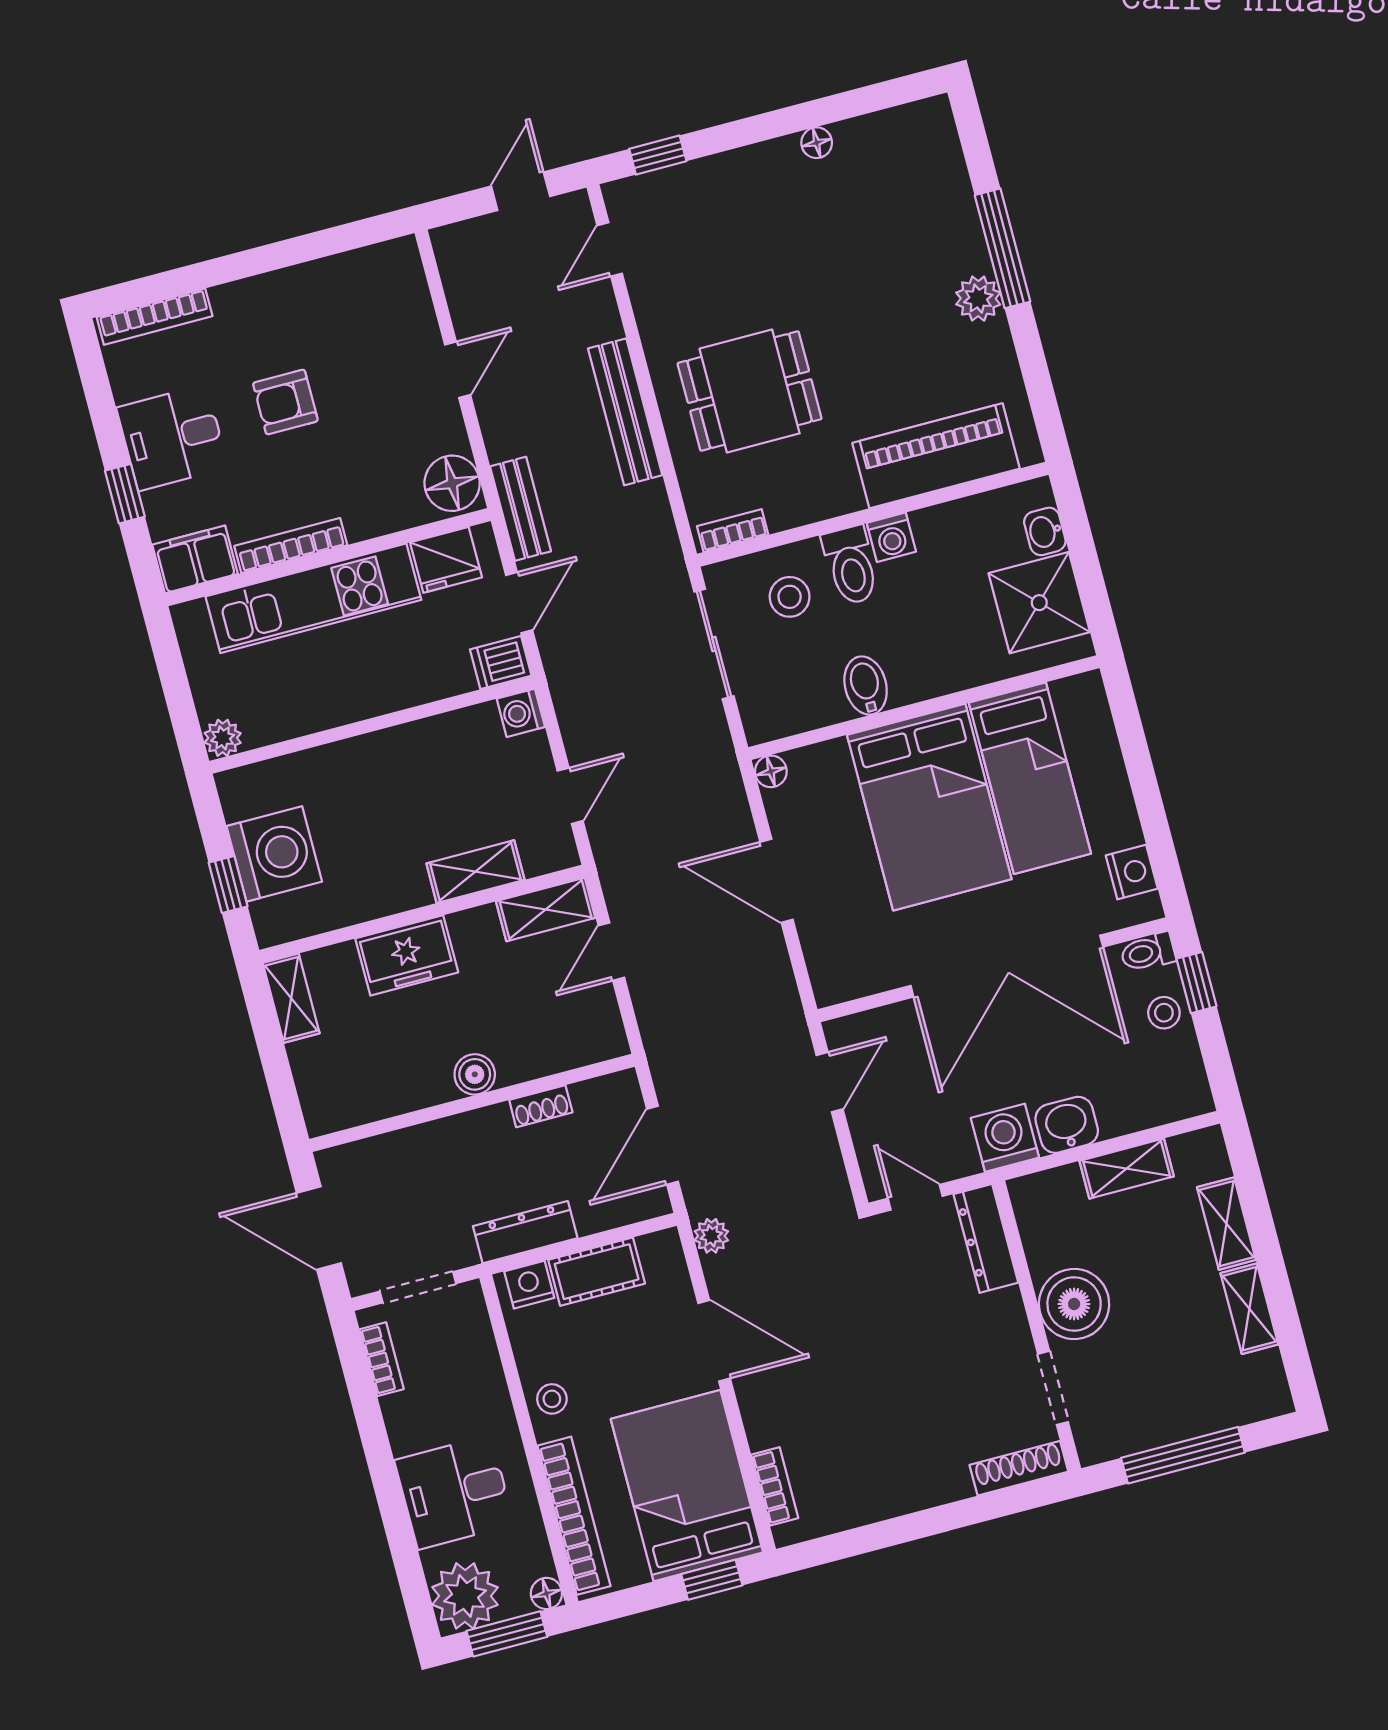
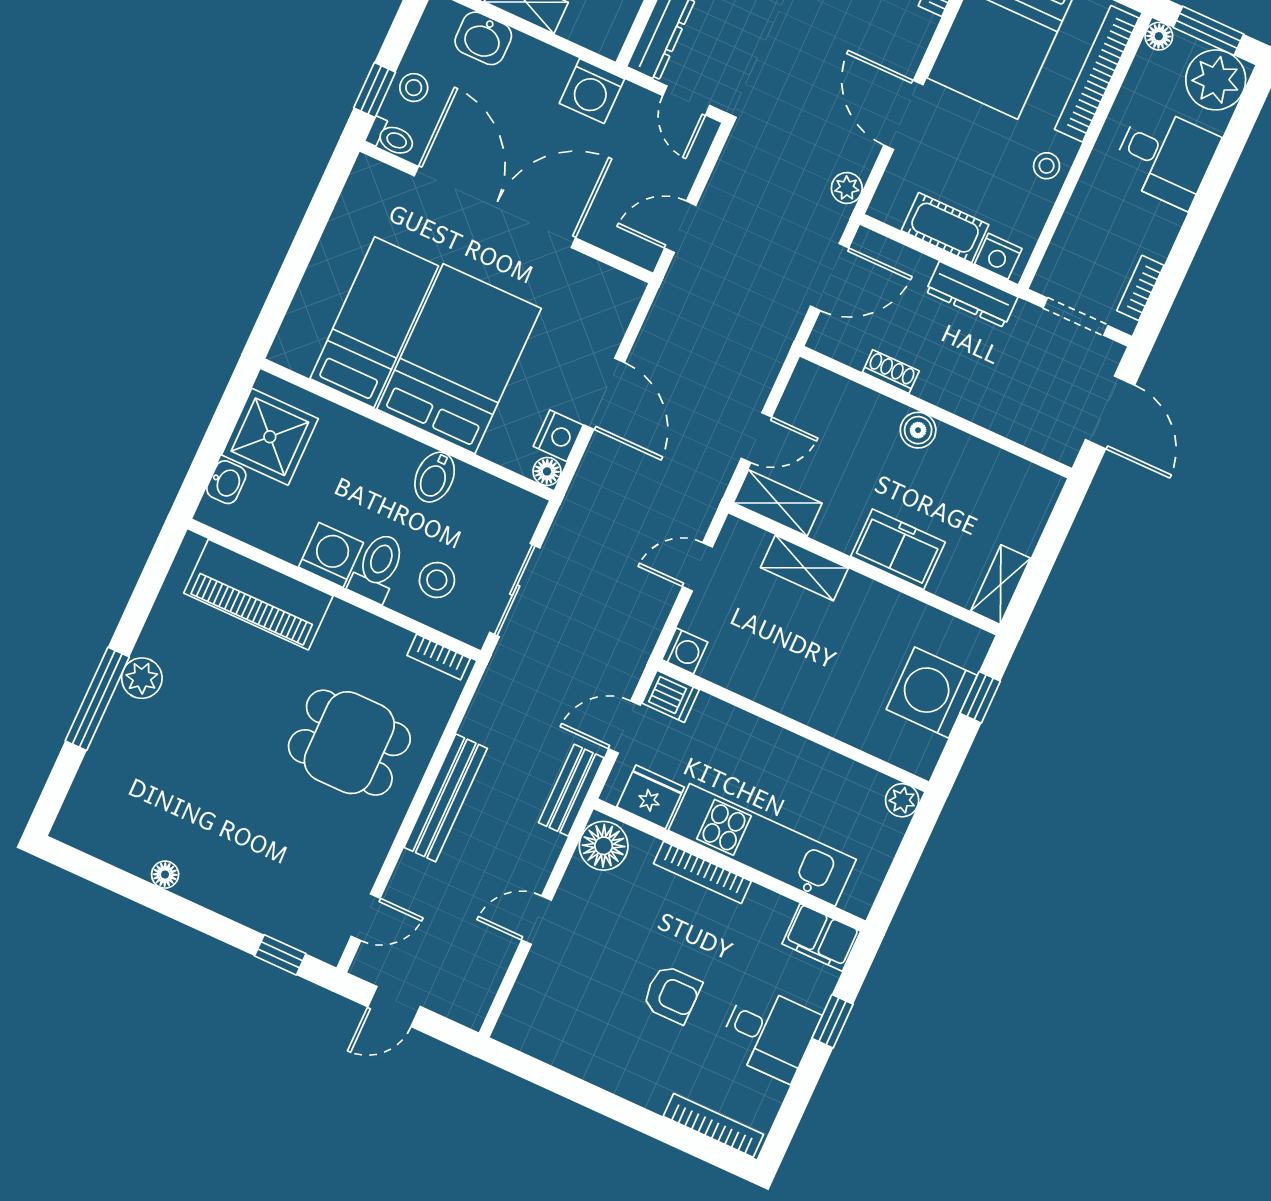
washing machine: (891, 537) -> (331, 555), width x1.38, depth x1.38
bookcase: (291, 546) -> (702, 872), moved
nightstand: (1132, 872) -> (558, 436), moved, turned 180
washbasin: (1067, 1125) -> (483, 38), moved

